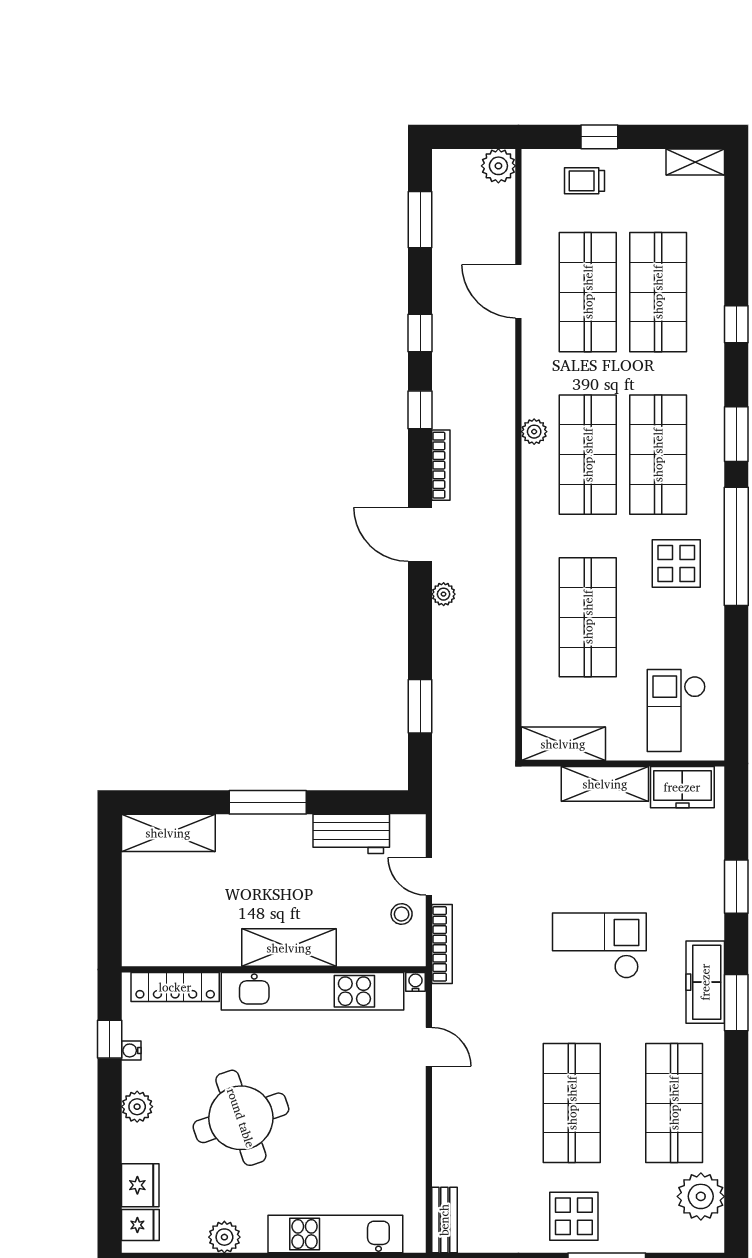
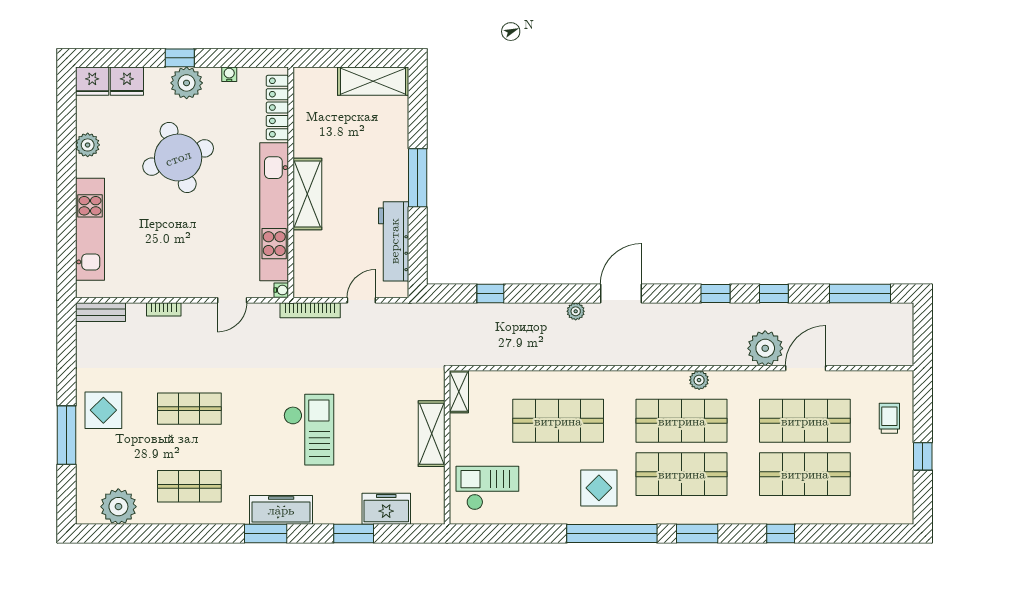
window: (599, 137) -> (923, 456), moved
shelving: (695, 162) -> (904, 502), removed
plant: (498, 166) -> (765, 348), moved, width x1.36, depth x1.36
window: (420, 220) -> (860, 293), width x1.44
bookcase: (441, 465) -> (164, 309), moved, width x0.64
window: (420, 706) -> (490, 293), width x0.67
shelving: (563, 744) -> (459, 392), width x0.67, depth x0.75
freezer: (682, 787) -> (386, 509), moved, turned 90
shelving: (168, 833) -> (373, 81), moved, turned 90
workbench: (351, 834) -> (394, 241), width x1.38
stool: (402, 914) -> (333, 279), removed
window: (110, 1039) -> (180, 58), moved
shop shelf: (572, 1103) -> (189, 409), width x0.70, depth x0.74
shop shelf: (674, 1103) -> (189, 486), width x0.70, depth x0.74
plant: (137, 1107) -> (187, 83), width x1.36, depth x1.36
fridge: (140, 1225) -> (92, 81), width x1.38

